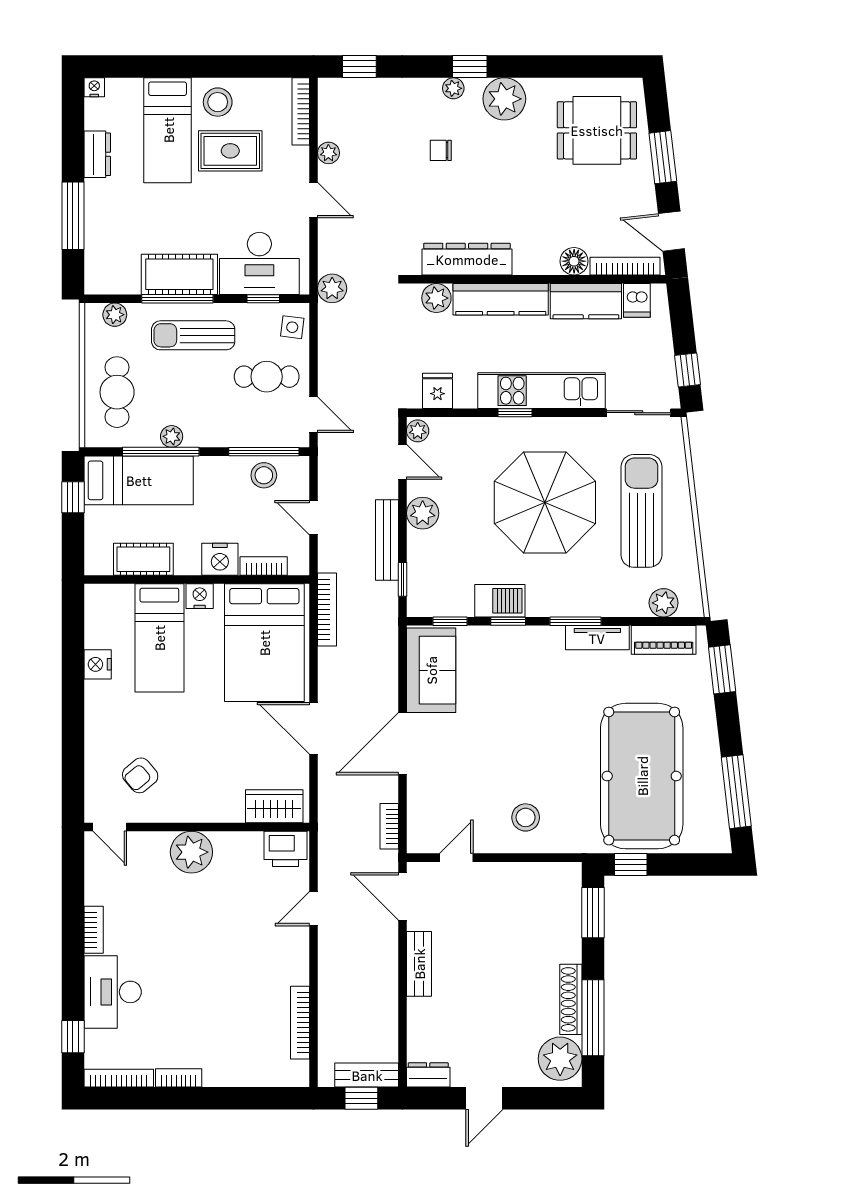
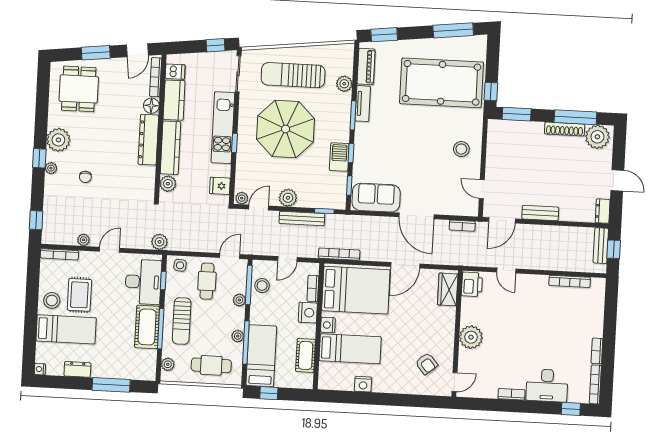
dresser: (467, 259) -> (148, 140), moved
plant: (236, 436) -> (239, 300), added
plant: (664, 603) -> (344, 84), moved

